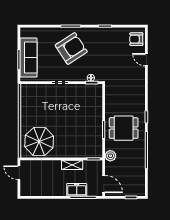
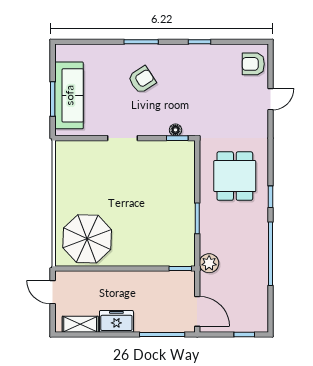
armchair: (71, 48) -> (142, 80), width x0.53, depth x0.53
door: (146, 60) -> (270, 99), swing flipped
dining table: (124, 128) -> (235, 176), moved, turned 90
shelving: (72, 165) -> (80, 324), moved
freezer: (77, 190) -> (116, 321), moved

